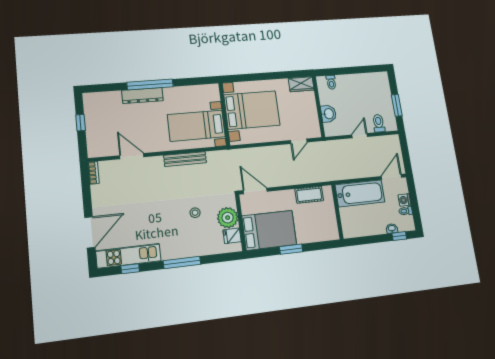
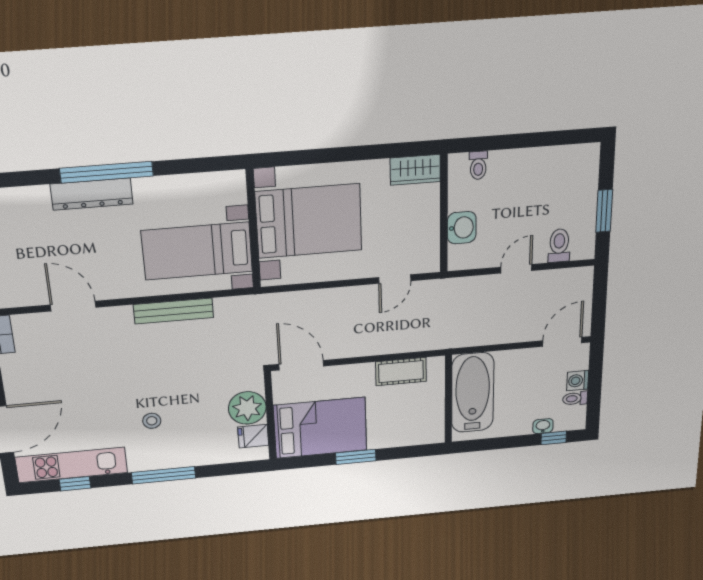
bathtub: (360, 193) -> (473, 393), moved, turned -90
stool: (195, 213) -> (152, 421), moved

